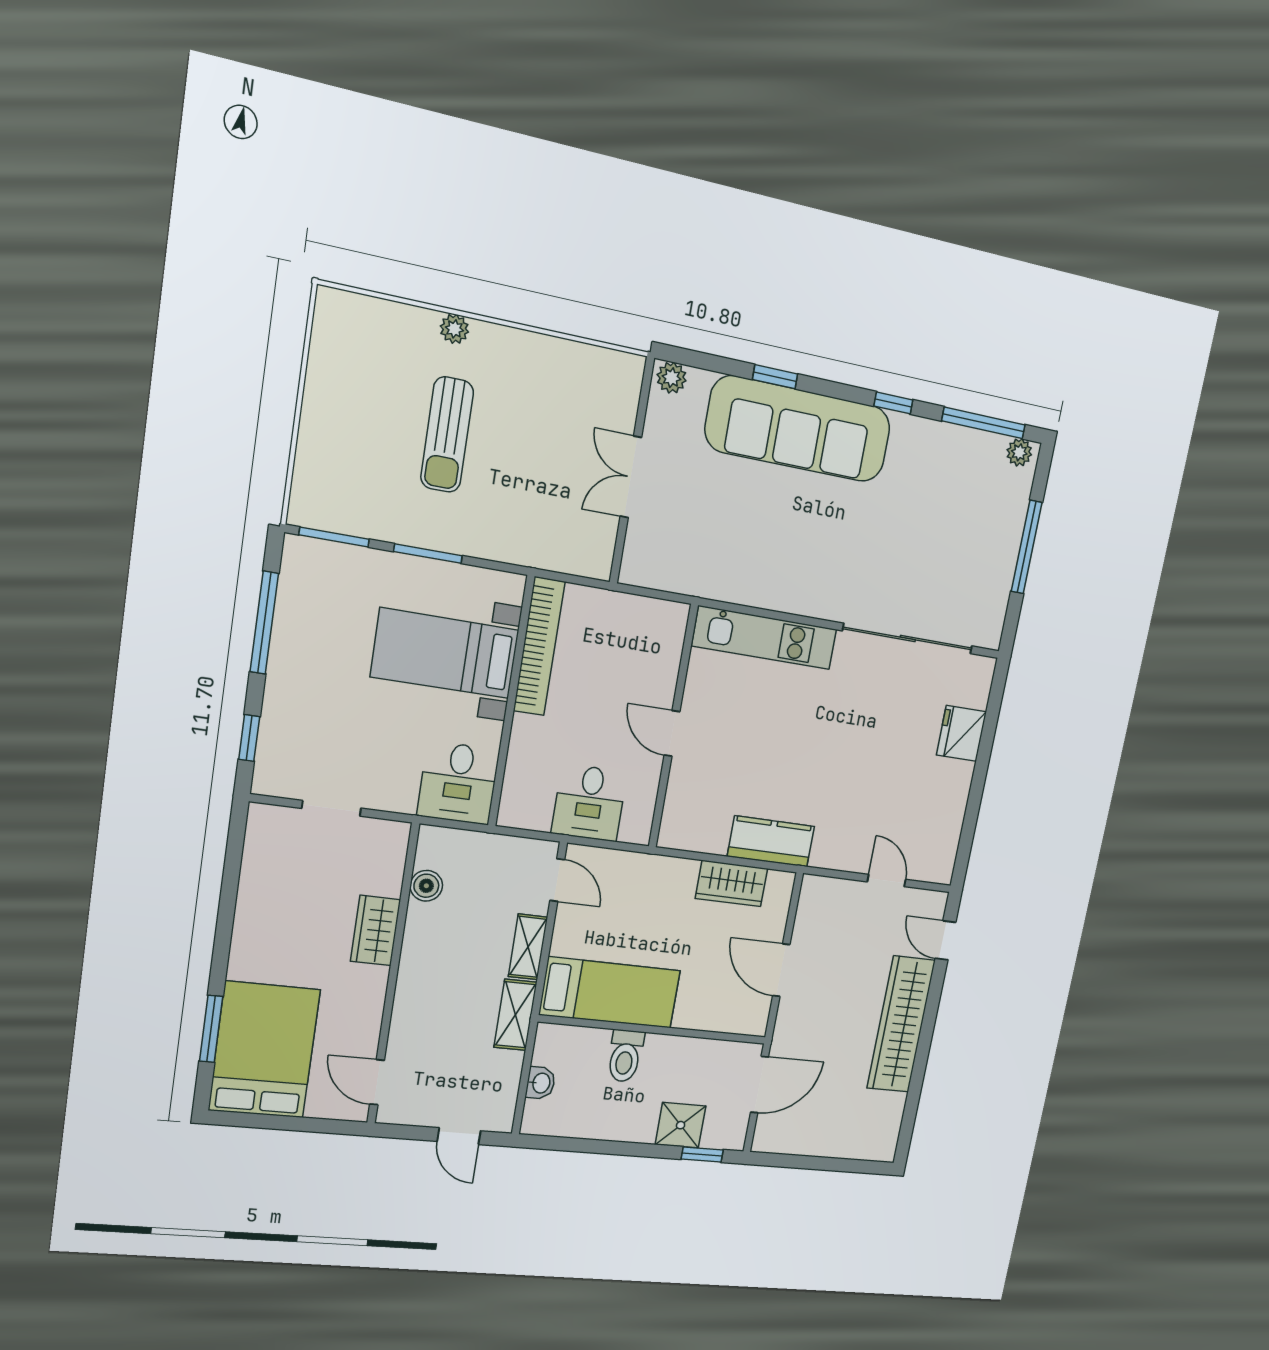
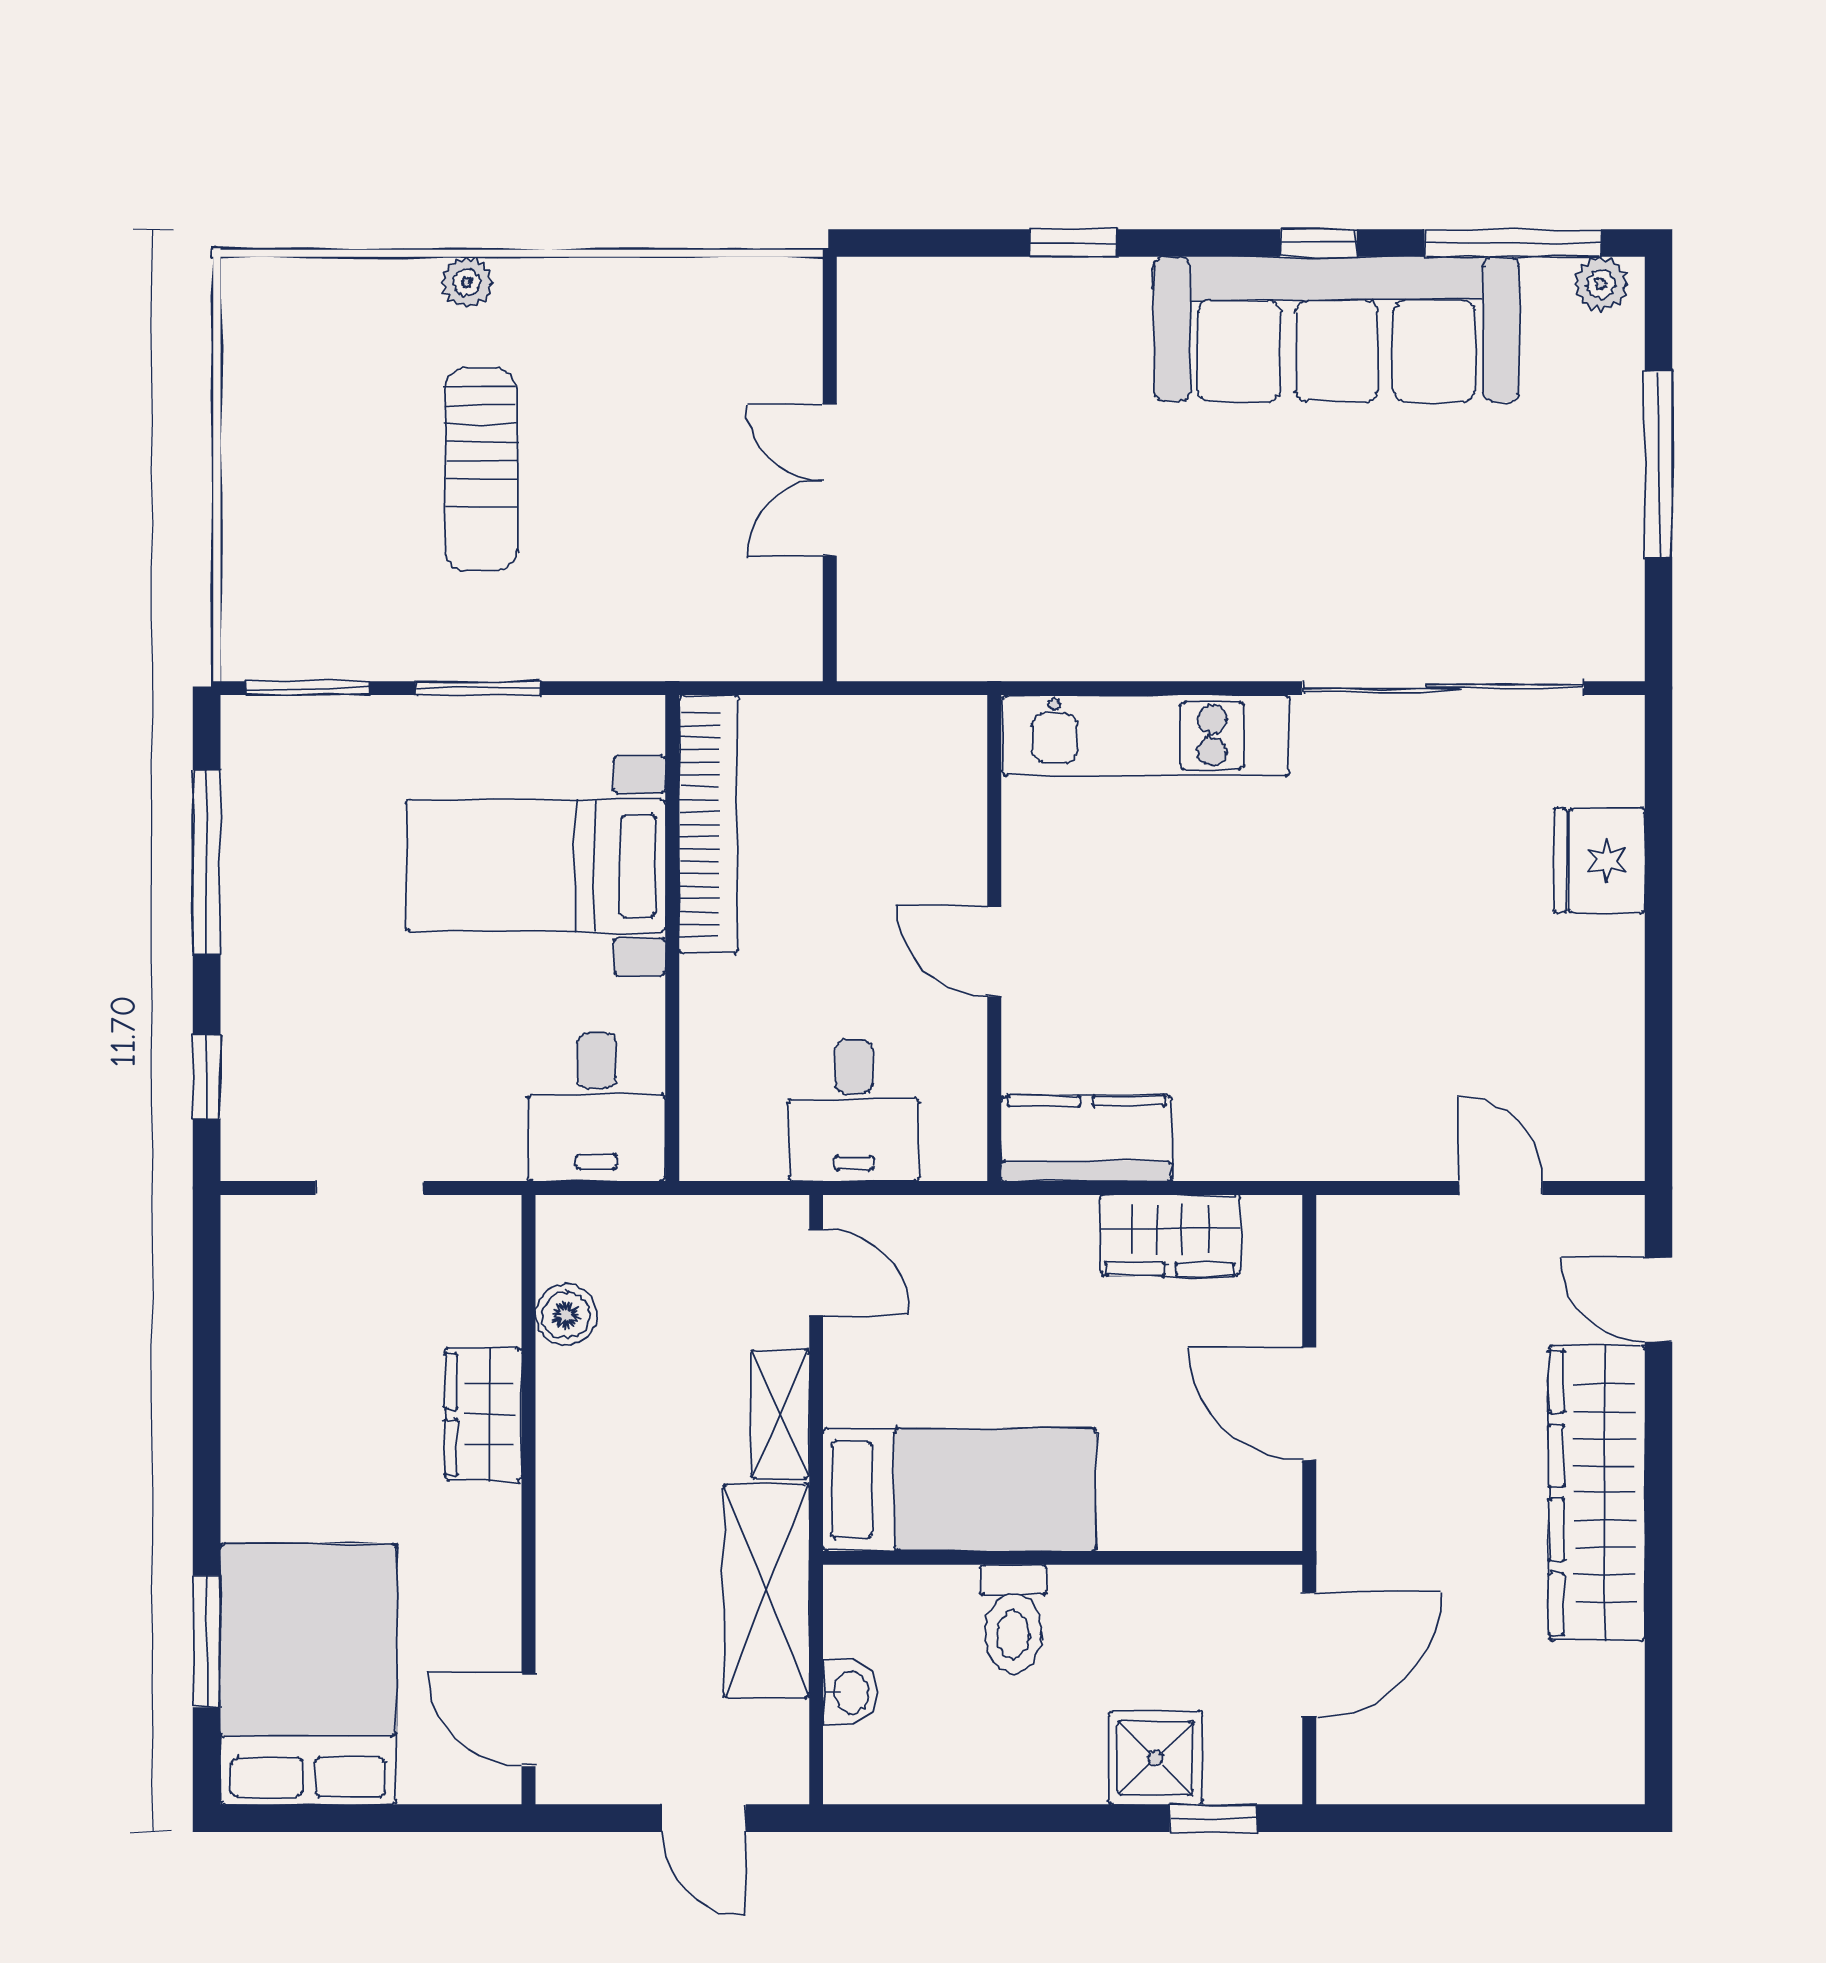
plant: (672, 378) -> (875, 285), removed
sofa: (798, 429) -> (1336, 329), moved
kitchen counter: (771, 841) -> (1086, 1138), moved
shelving: (515, 1015) -> (766, 1591), width x1.50, depth x1.33

